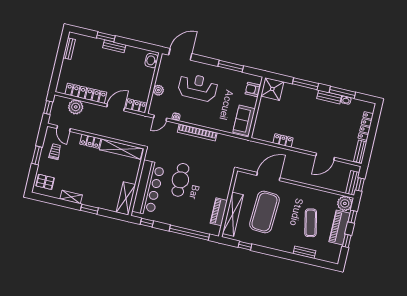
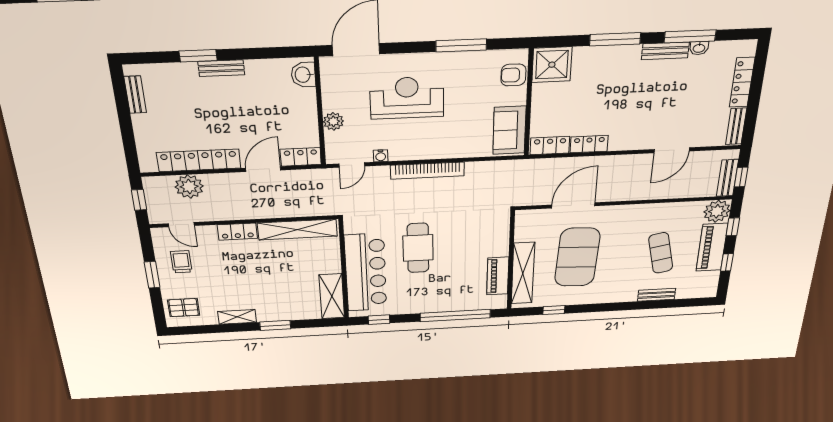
locker: (263, 135) -> (550, 146), added

